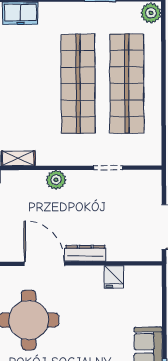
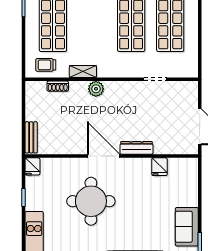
plant: (56, 180) -> (96, 89), moved

